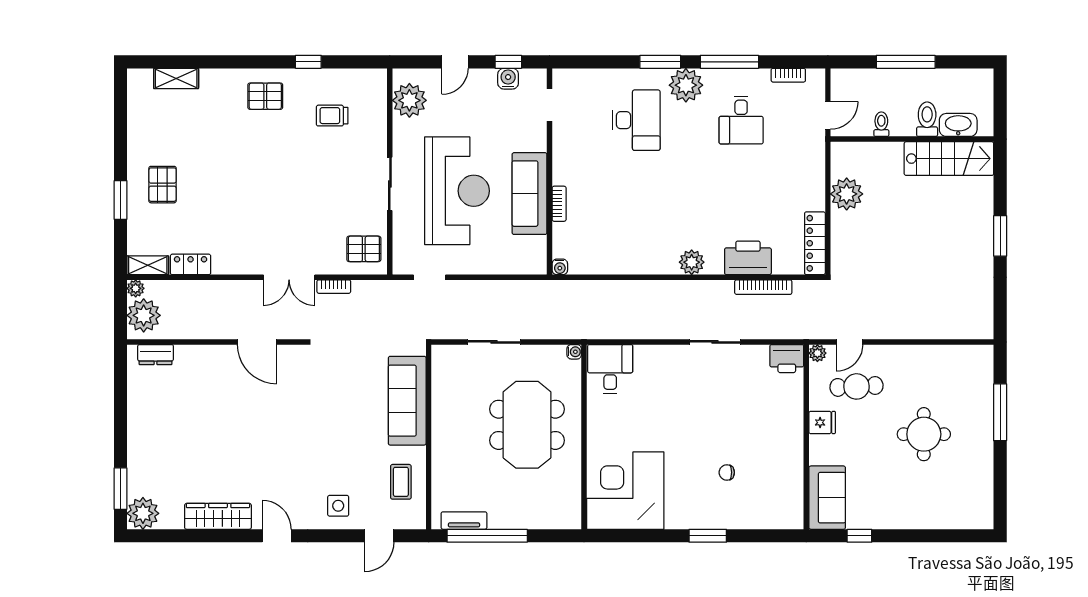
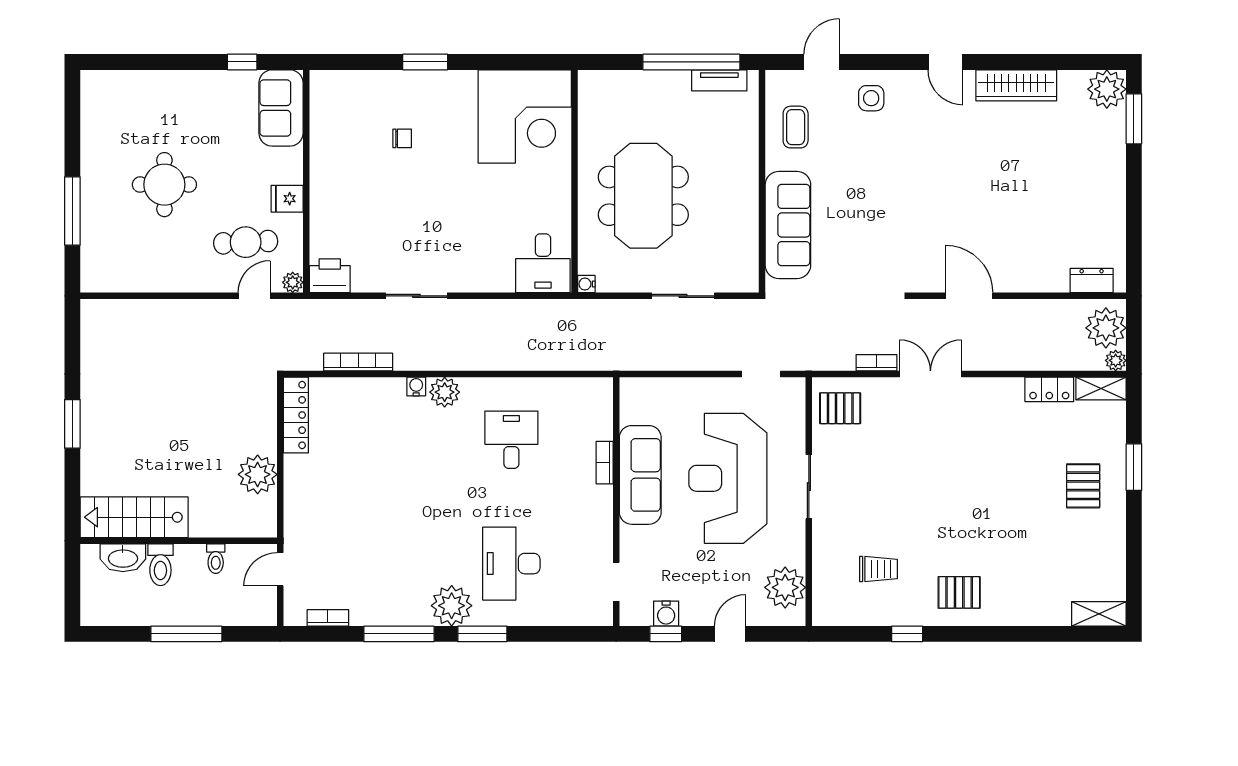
shelving: (176, 78) -> (1099, 614), moved
desk: (741, 120) -> (511, 440), moved
printer: (748, 258) -> (377, 397), removed
water cooler: (560, 267) -> (416, 386), moved

